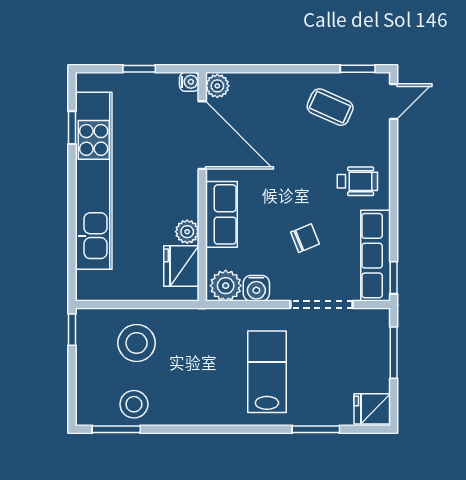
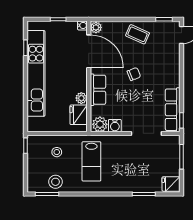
coffee table: (330, 107) -> (138, 34), moved
wheelchair: (357, 181) -> (164, 74), removed
chair: (305, 238) -> (134, 74), moved
stool: (137, 343) -> (57, 152), width x0.53, depth x0.53
lab bench: (267, 372) -> (91, 161), moved, turned 180

